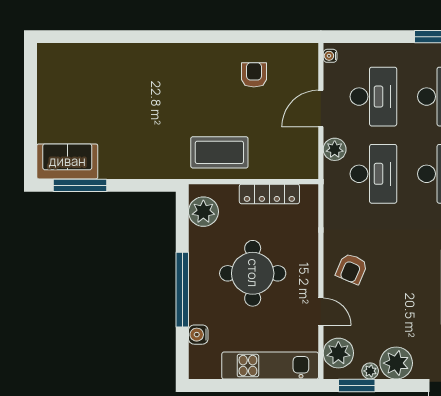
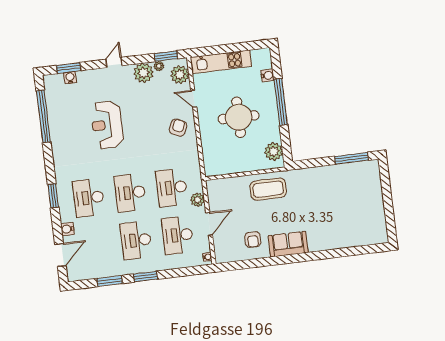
sofa: (67, 161) -> (288, 244), moved, turned 180
locker: (269, 194) -> (234, 167), removed

